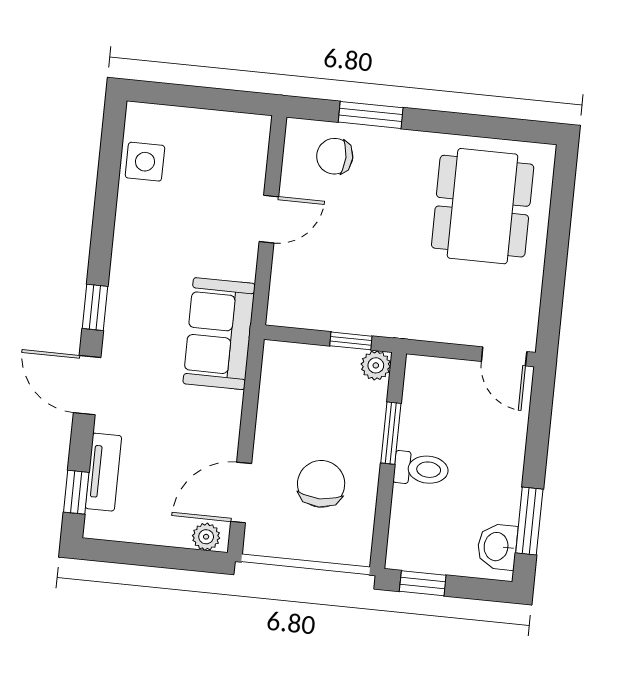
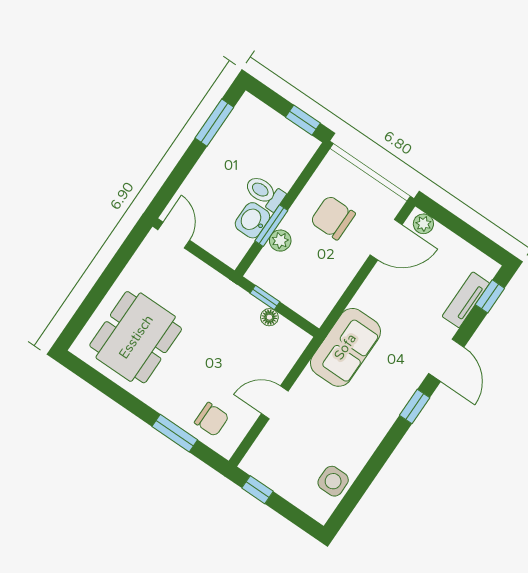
window: (232, 101) -> (258, 490), added
floor lamp: (332, 320) -> (269, 317), added
plant: (376, 365) -> (280, 241), moved
chair: (321, 484) -> (333, 218), turned 90
washbasin: (497, 547) -> (252, 220), moved, turned 180

